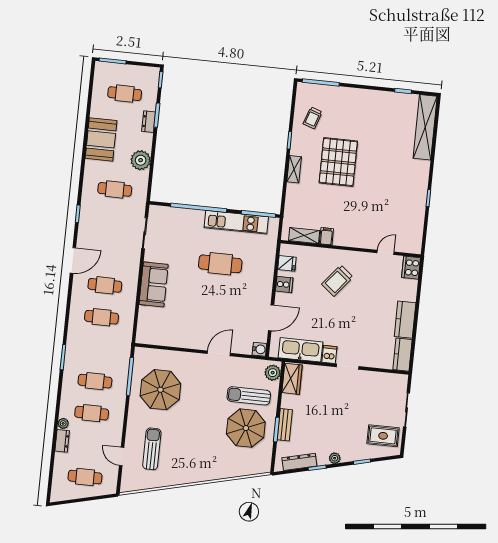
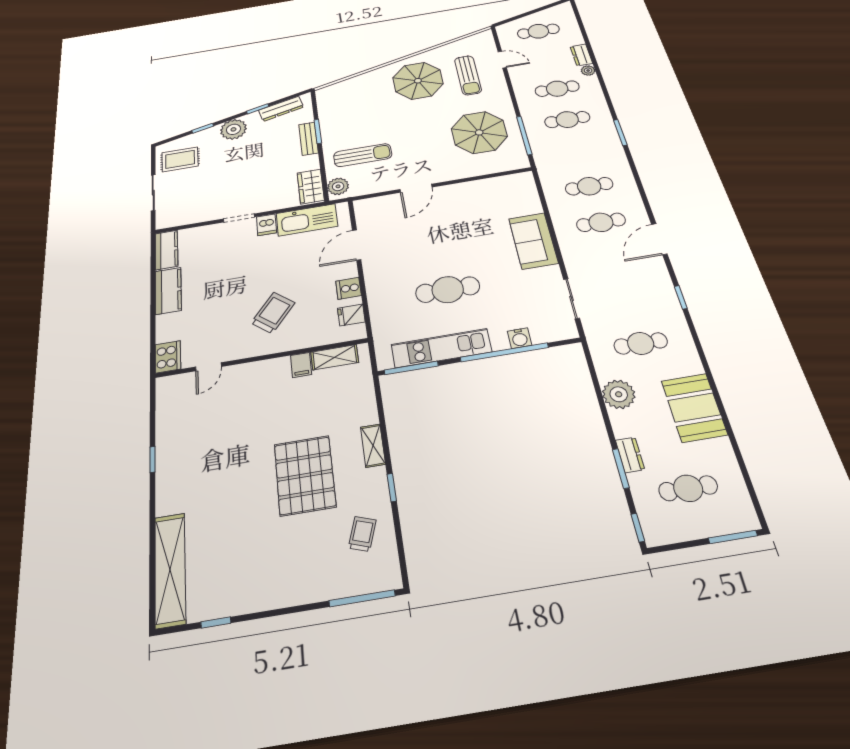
water cooler: (259, 349) -> (520, 338), moved, turned -90
parasol: (246, 428) -> (418, 81), moved
plant: (335, 458) -> (233, 129), width x1.87, depth x1.87

